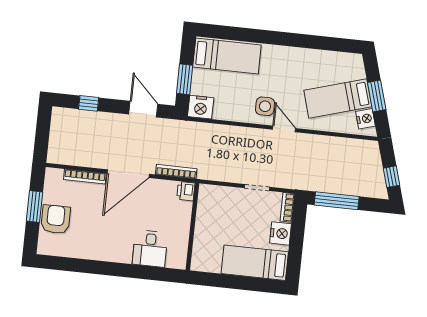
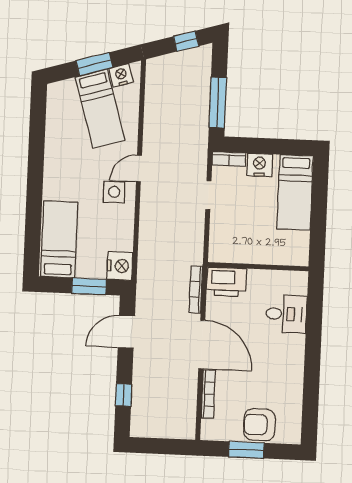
printer: (186, 191) -> (227, 282), width x1.87, depth x1.48

